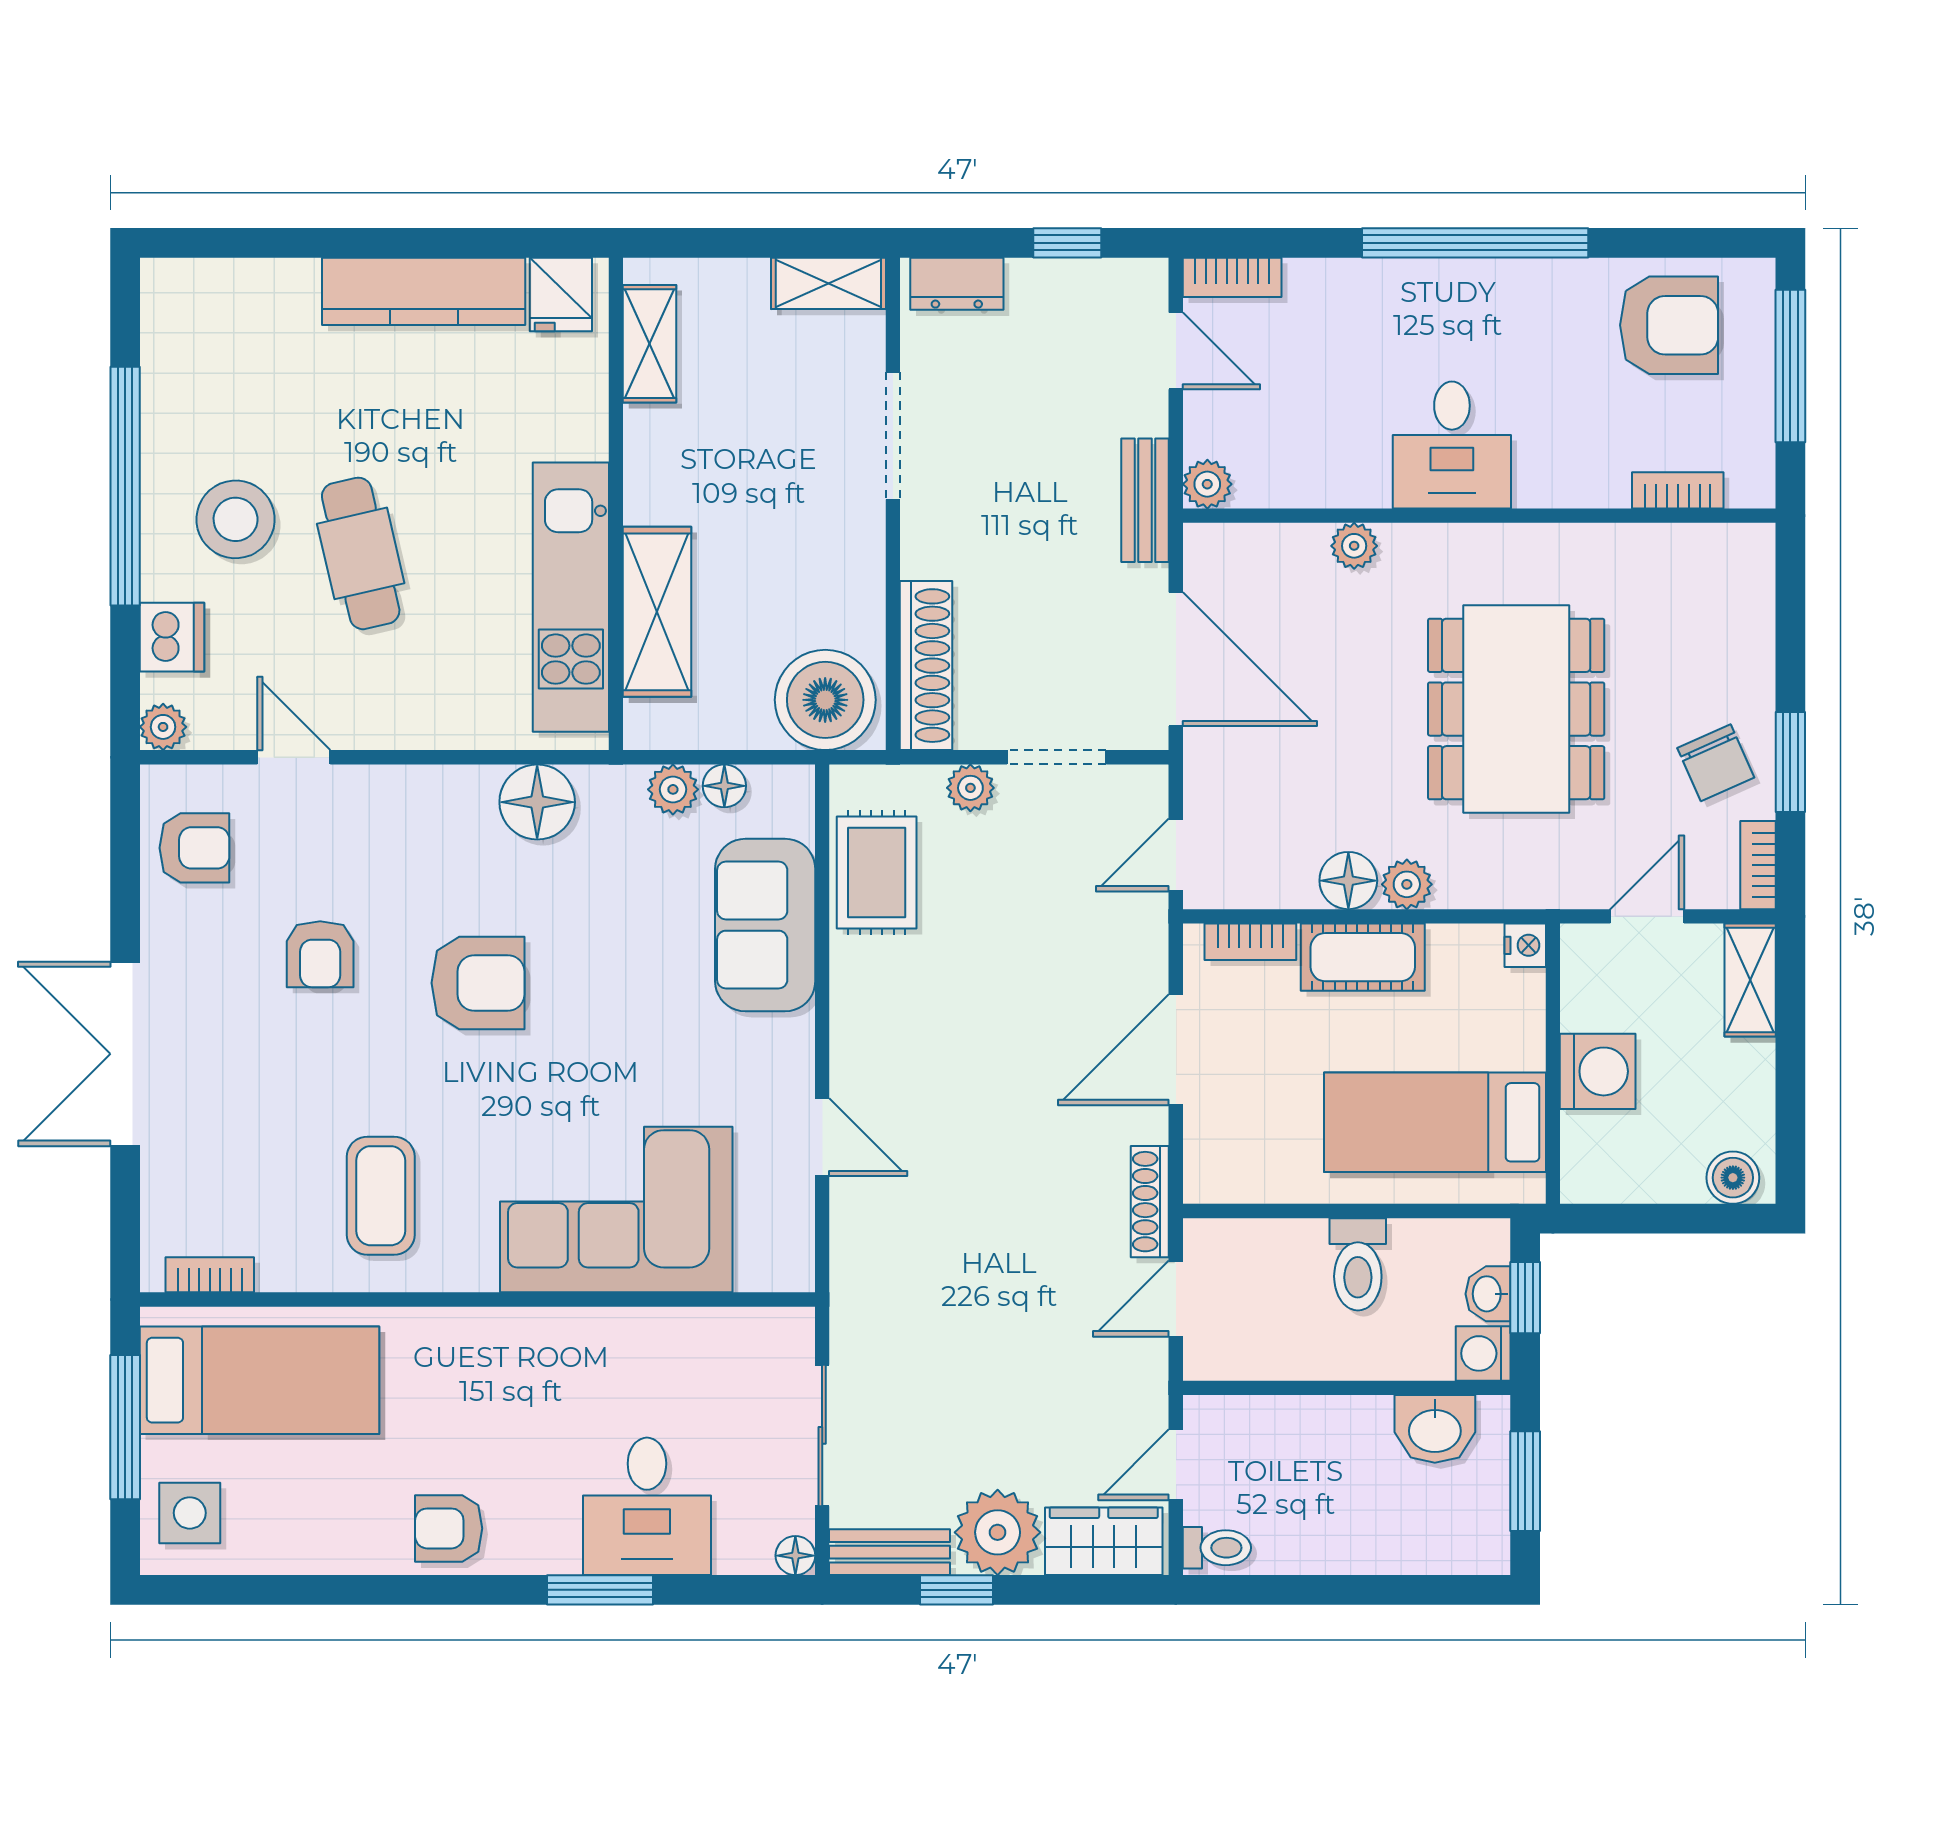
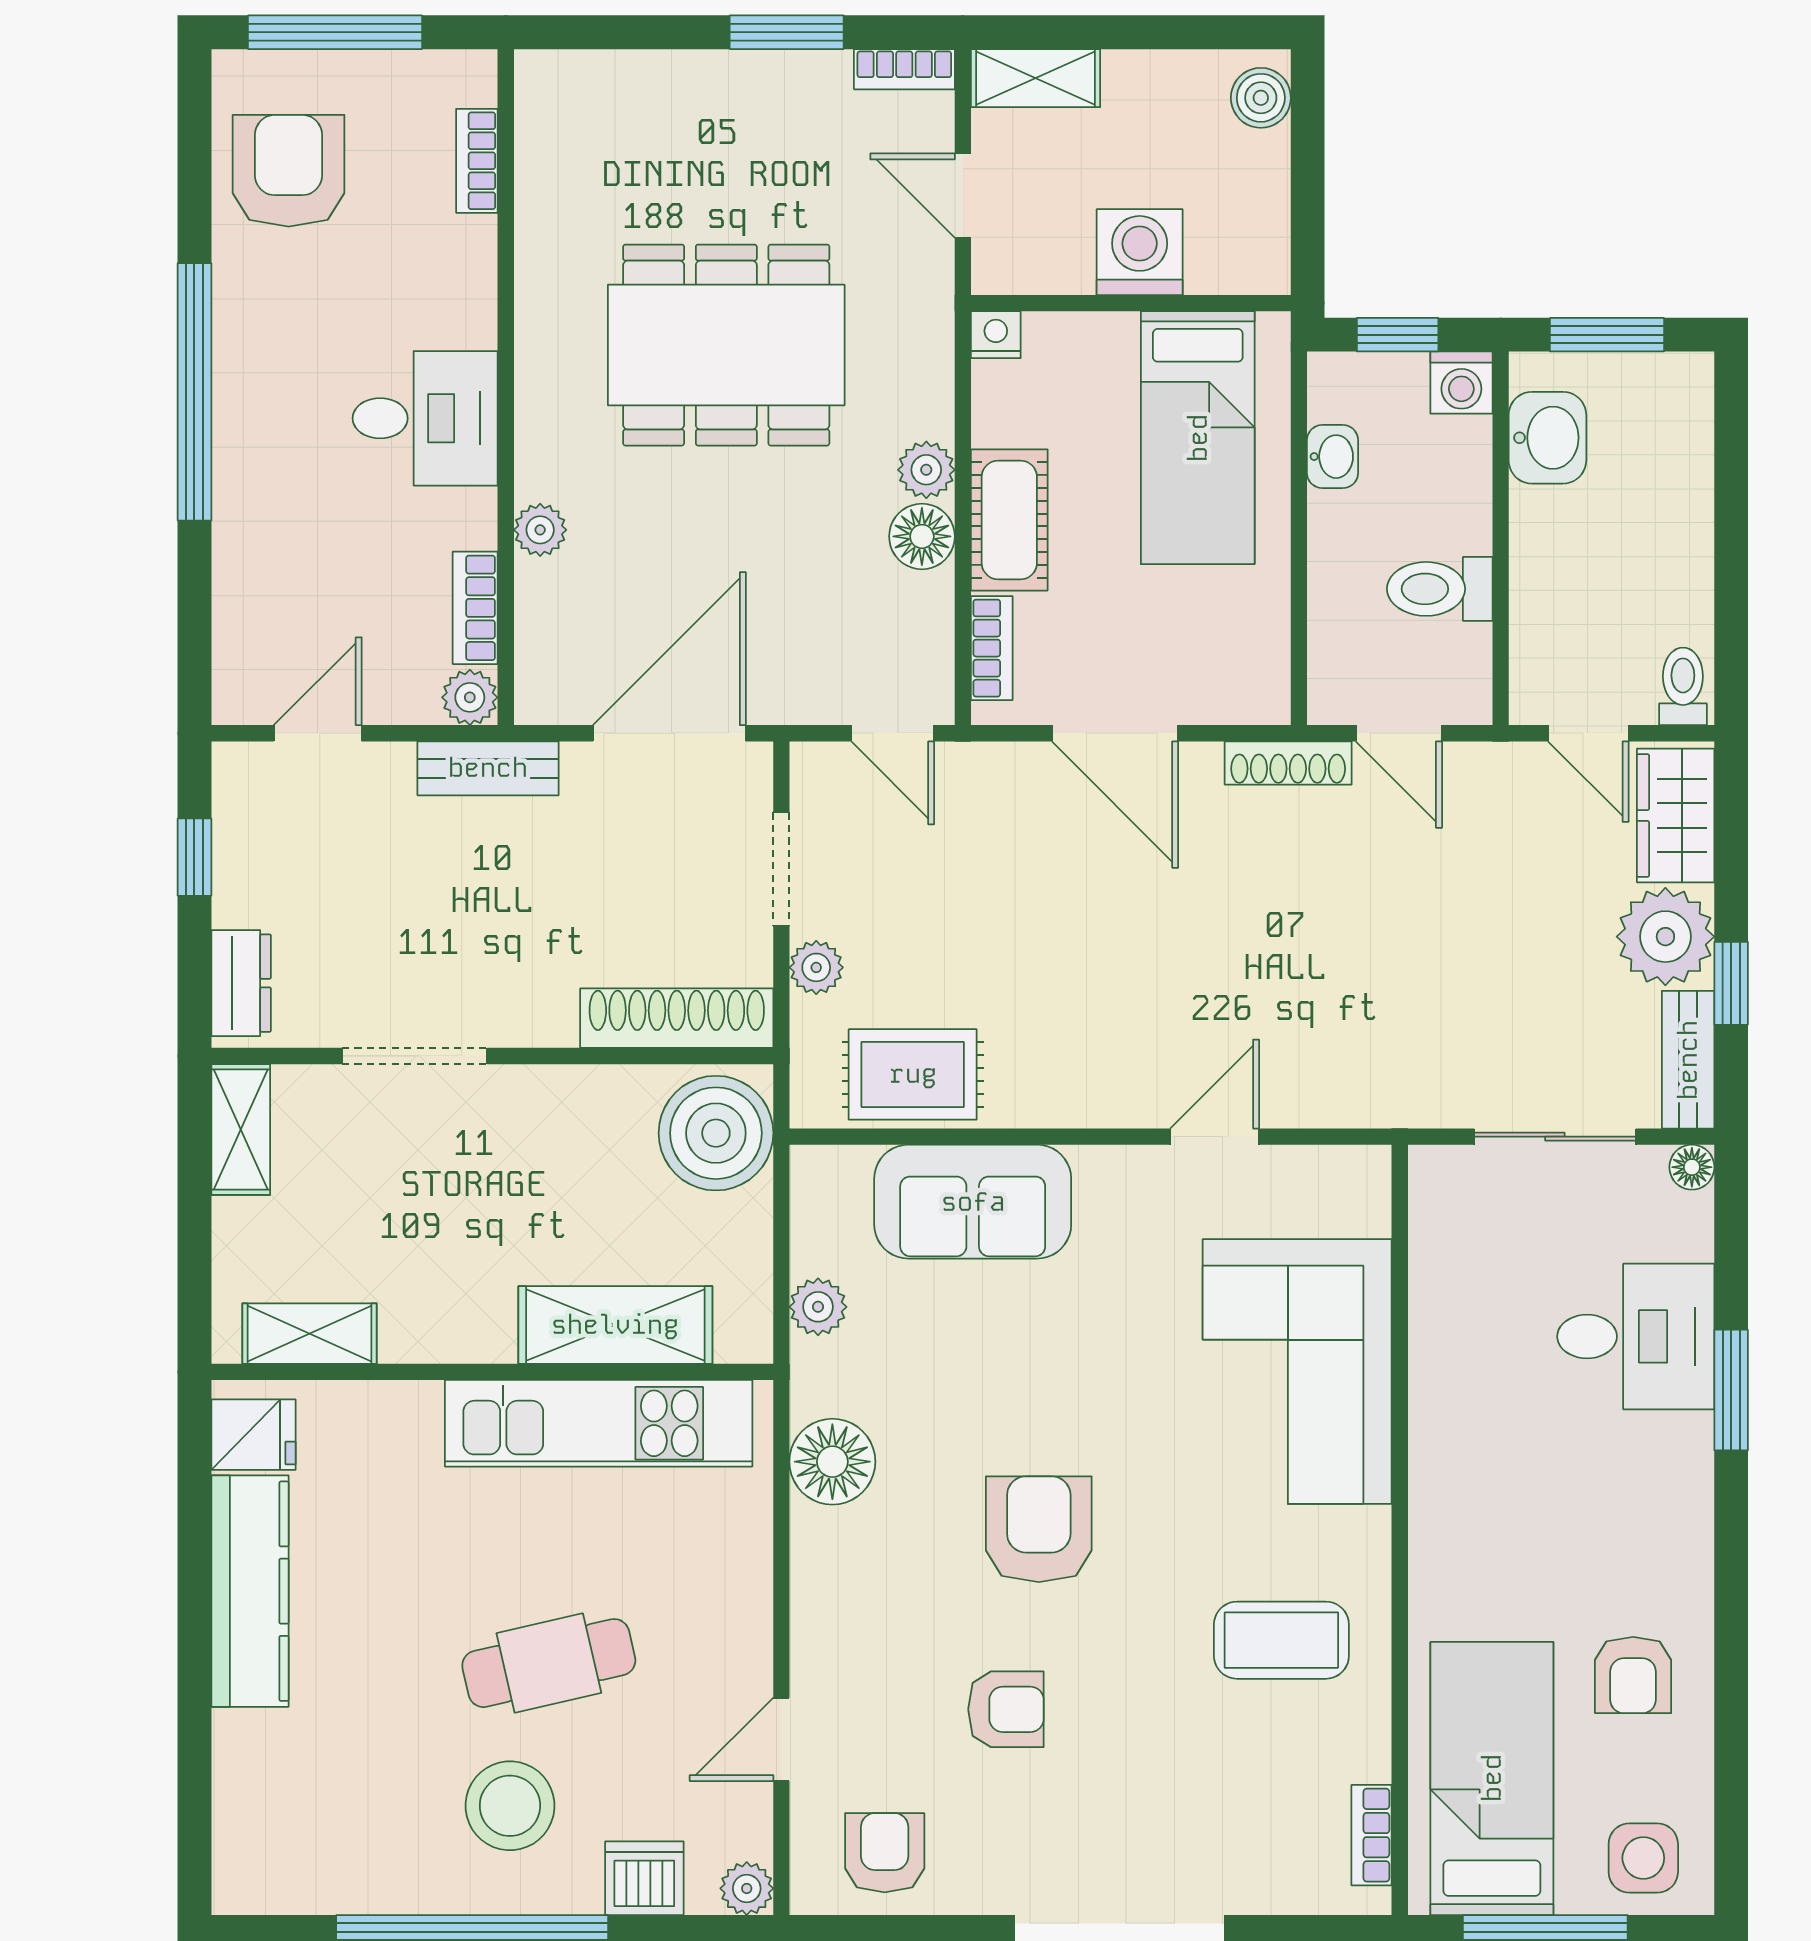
bookcase: (1232, 277) -> (475, 608), moved, turned 180
chair: (1716, 763) -> (788, 117), removed
floor lamp: (724, 786) -> (814, 1248), removed
toilet: (1358, 1264) -> (1440, 589), moved, turned 180
washbasin: (1488, 1294) -> (1333, 457), moved, turned -90
armchair: (449, 1528) -> (1633, 1675), moved

